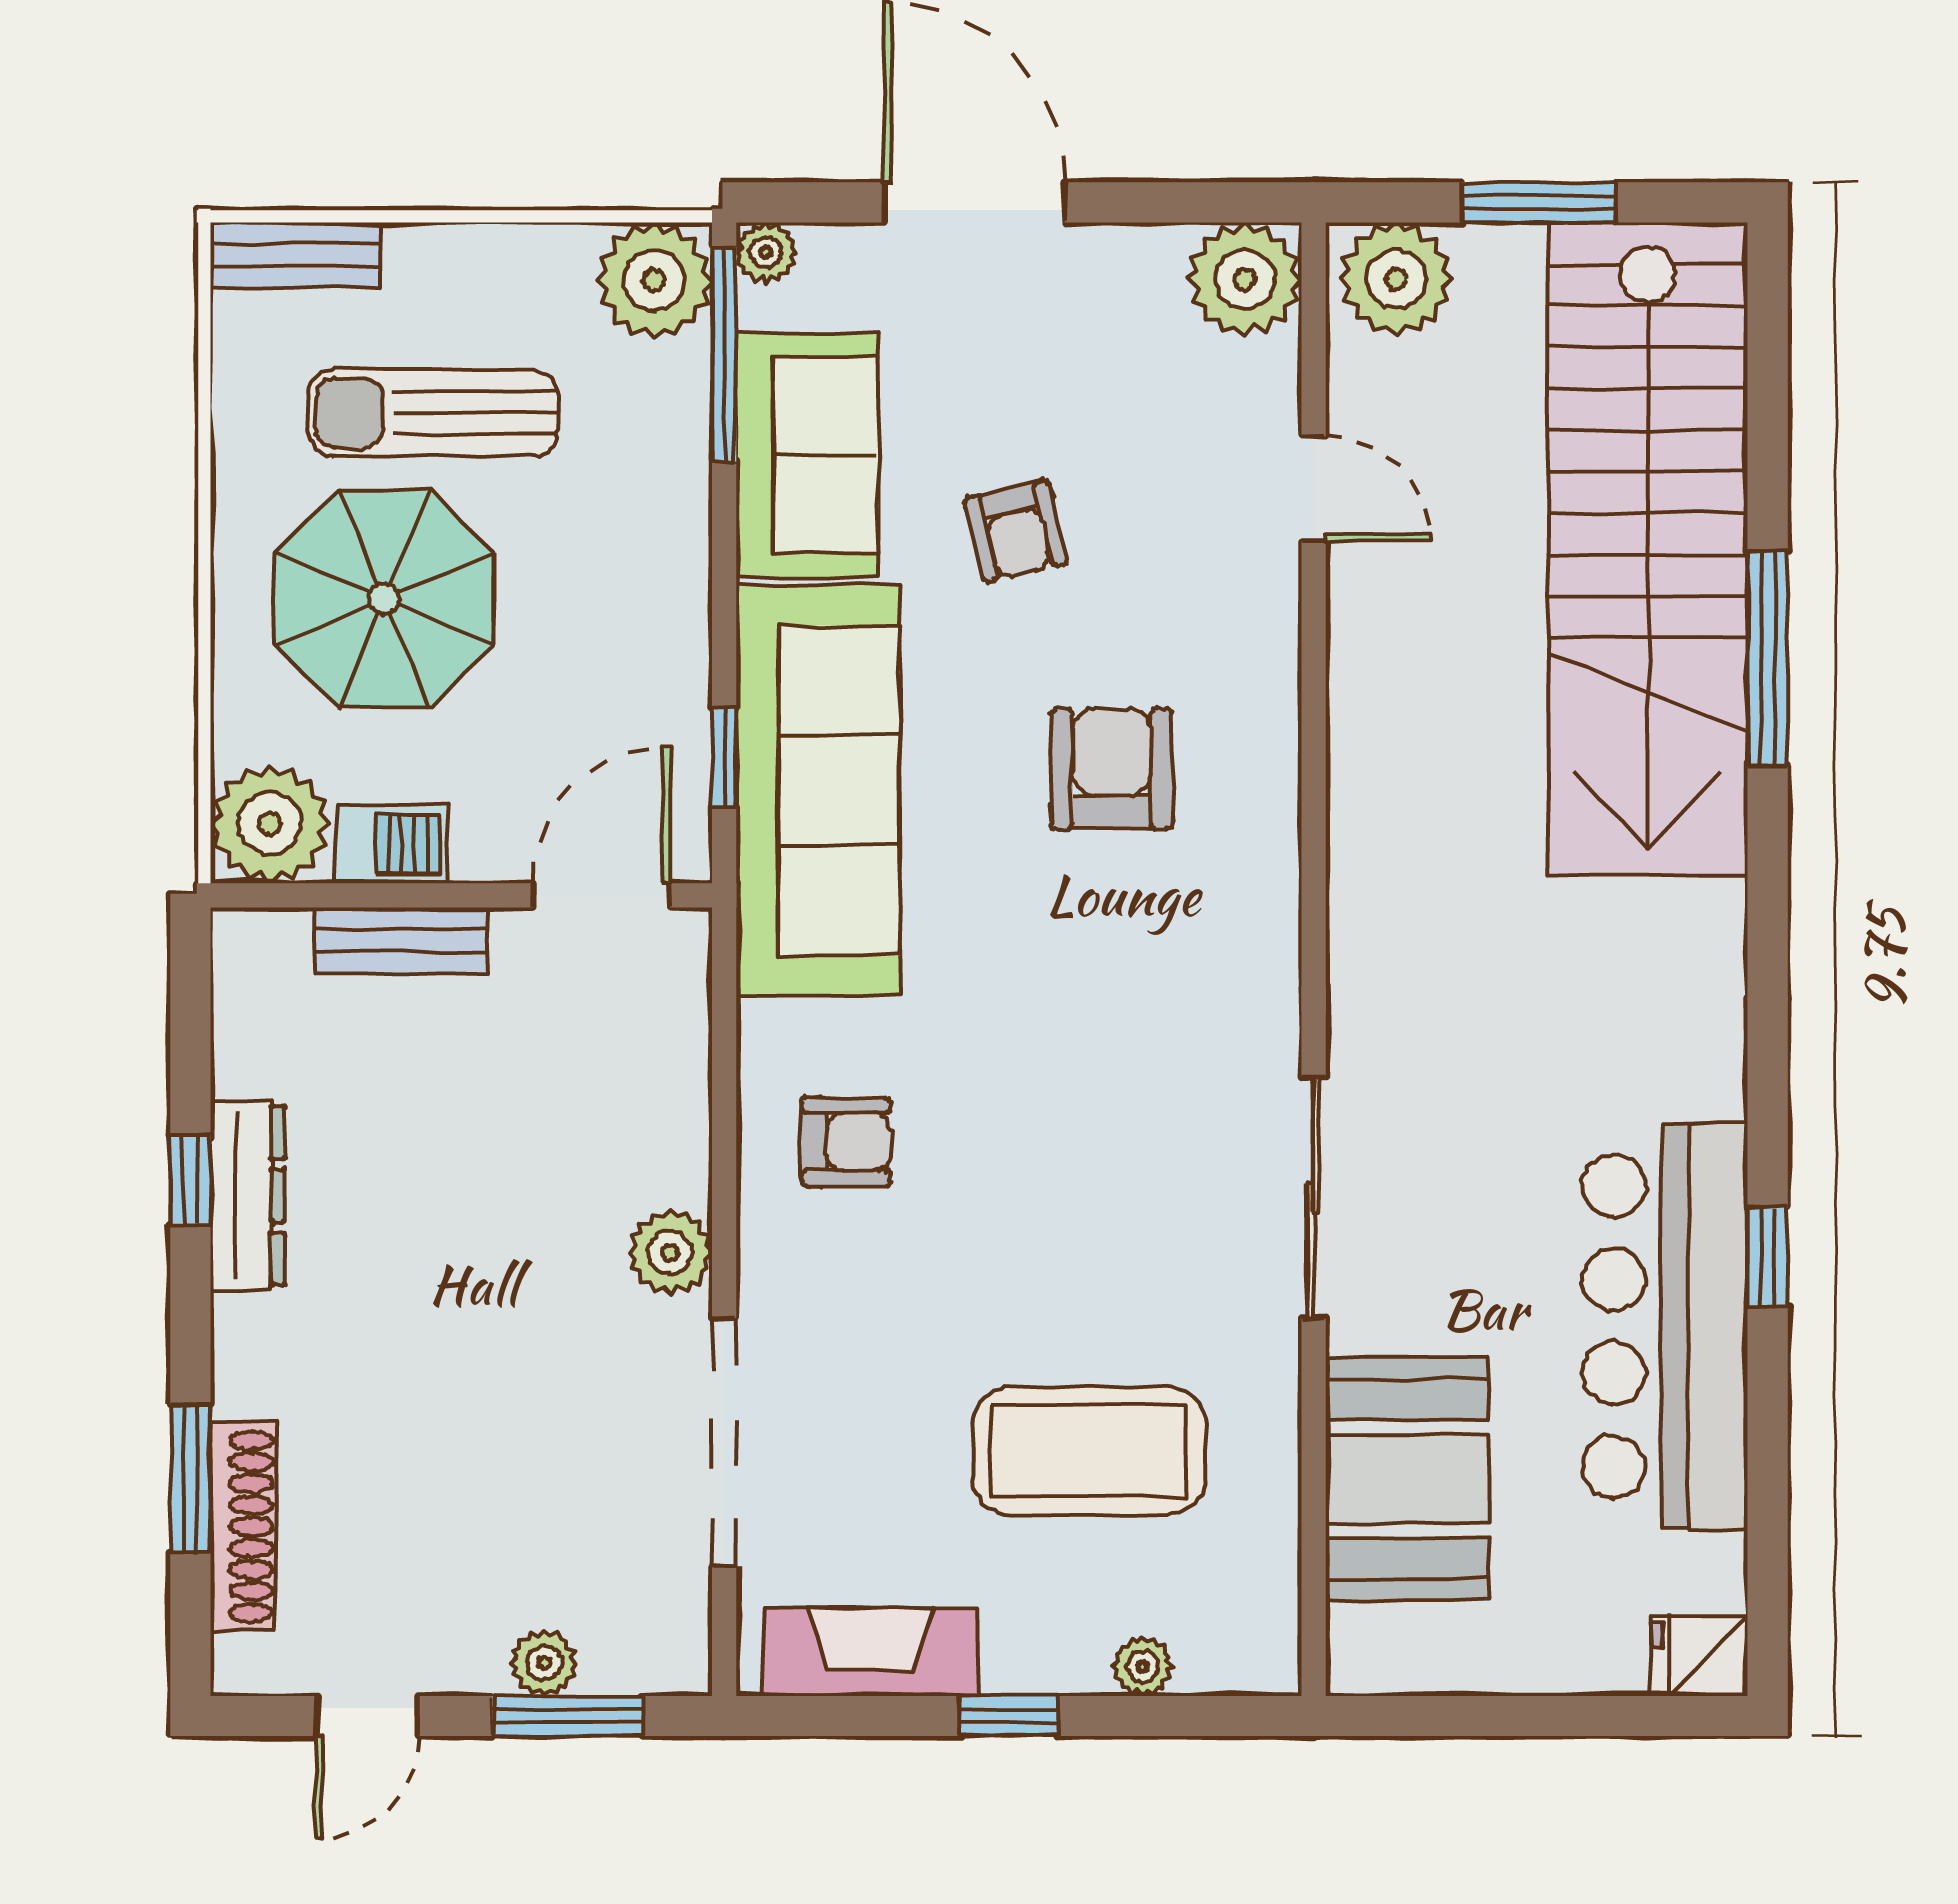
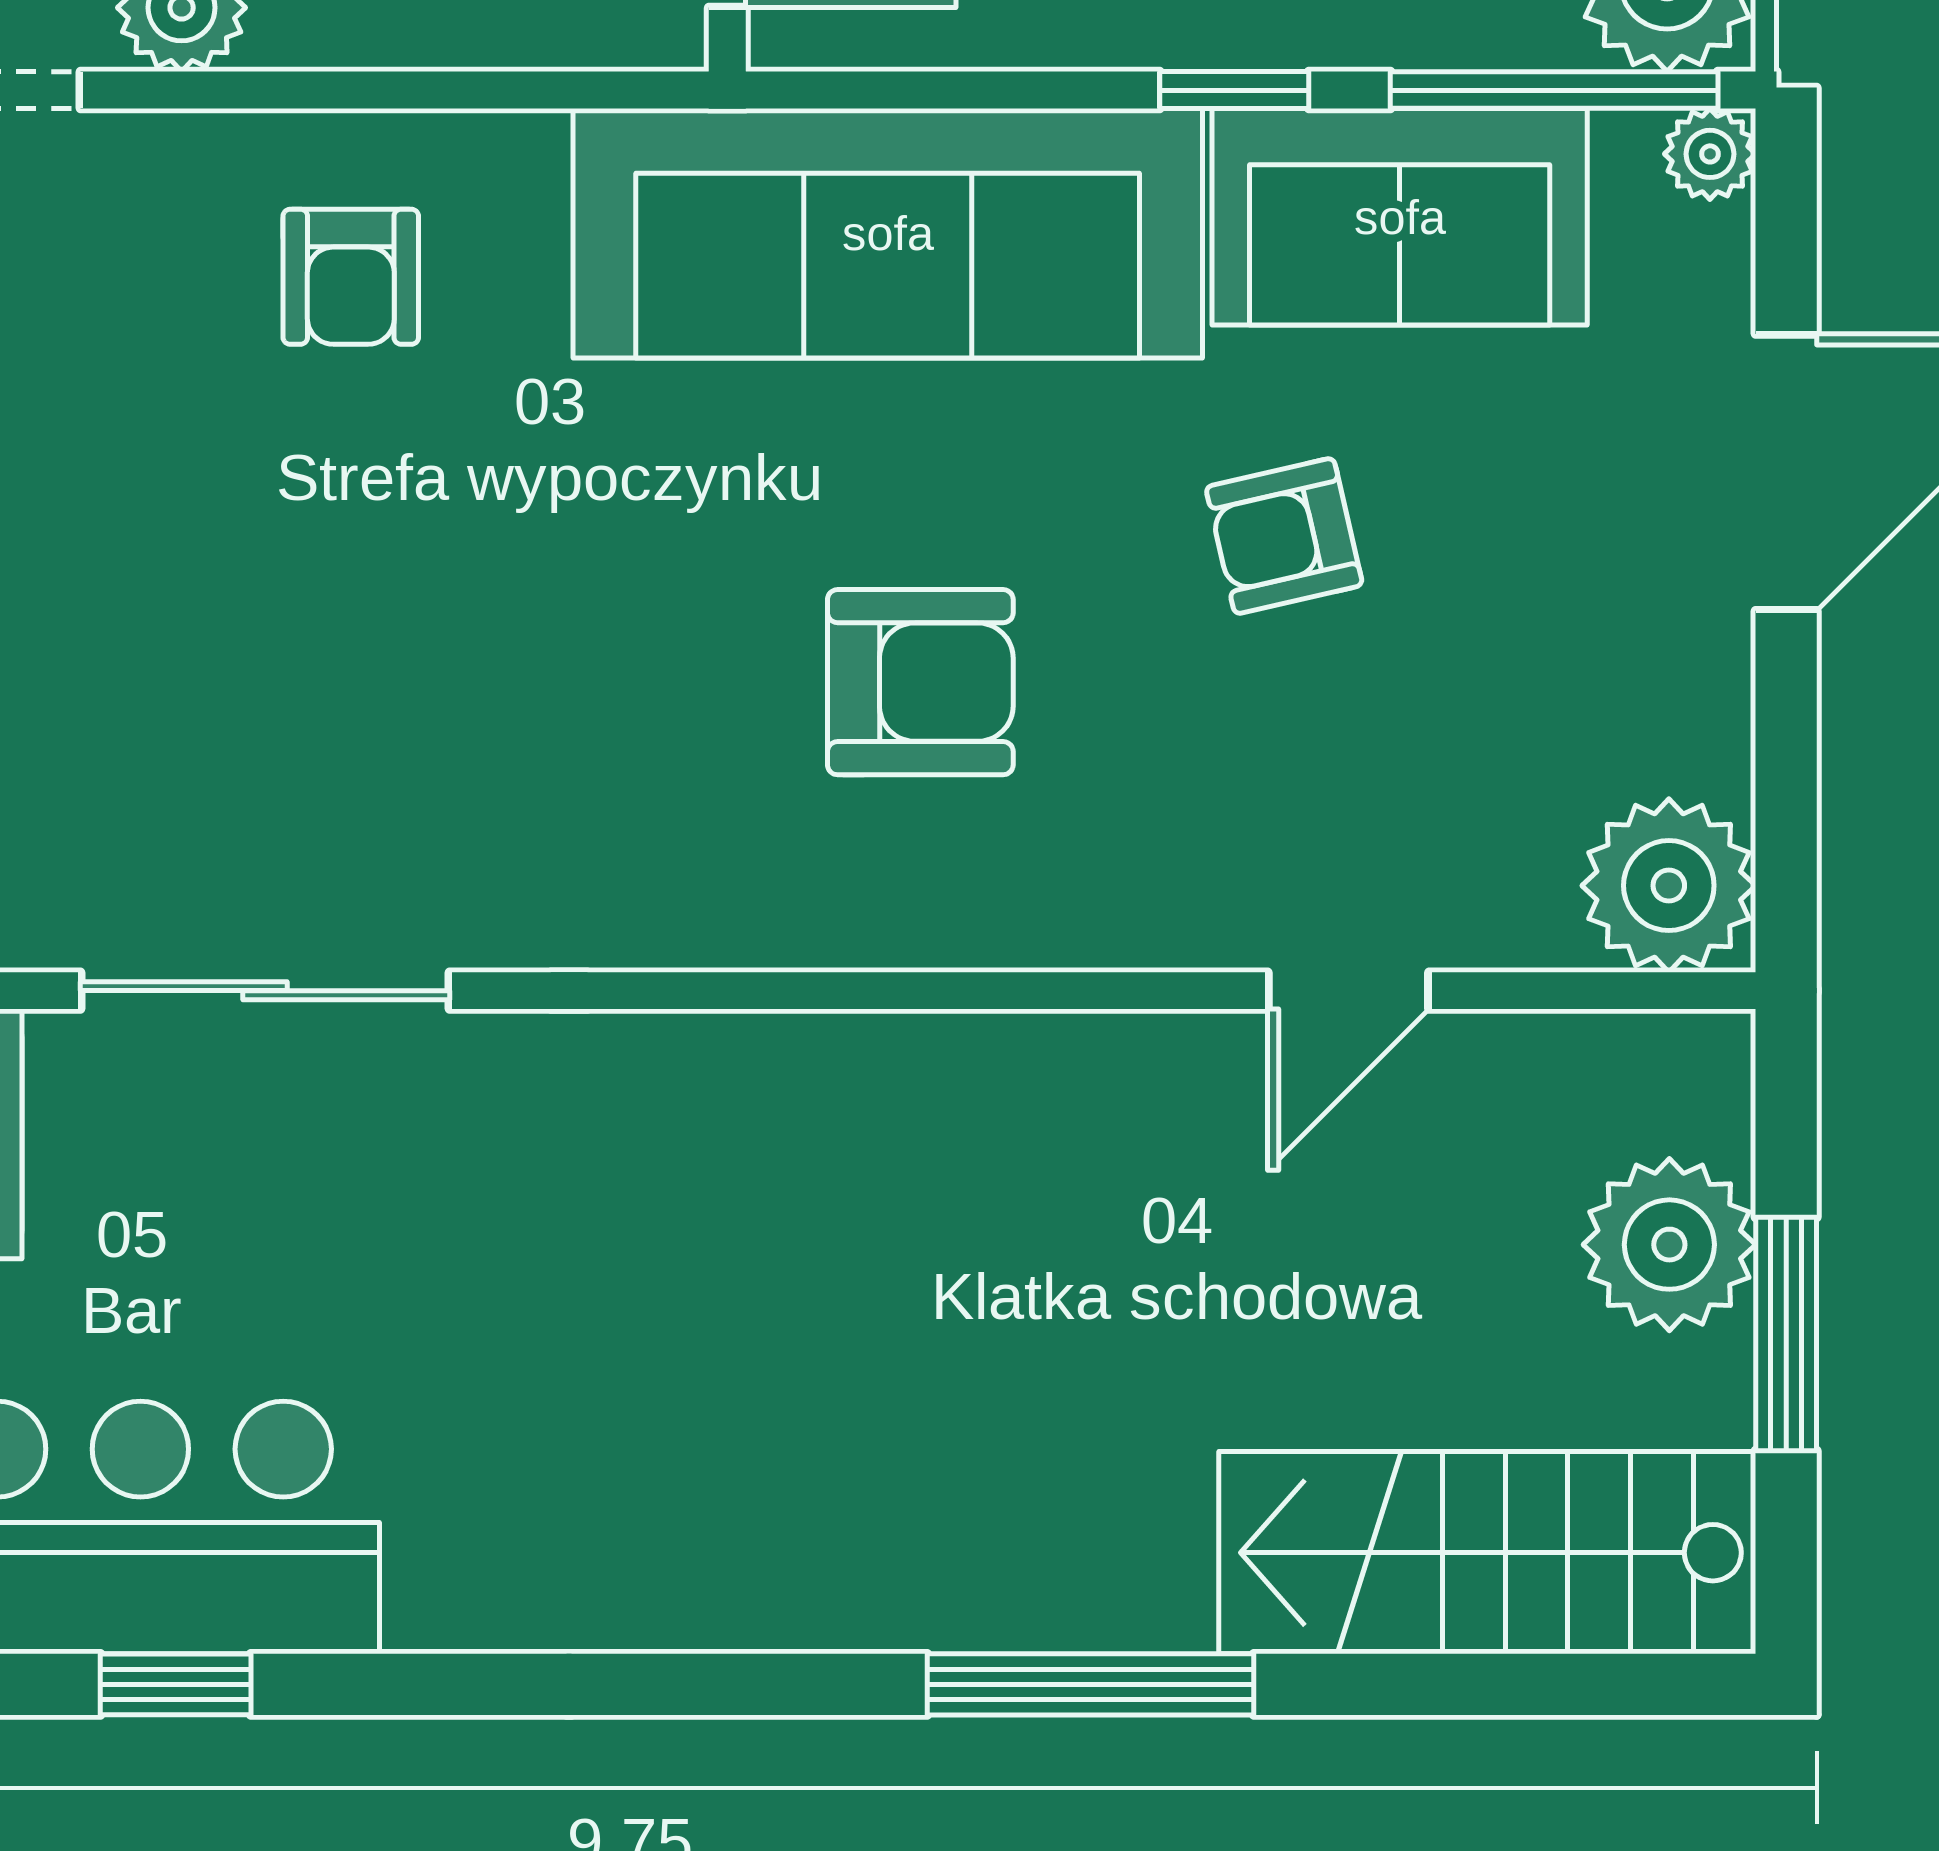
plant: (1396, 279) -> (1669, 1245), moved
stairs: (1648, 549) -> (1487, 1553), width x0.54, depth x0.66
window: (724, 757) -> (1234, 90), moved

